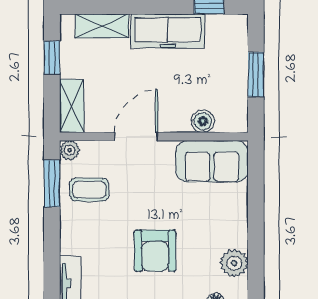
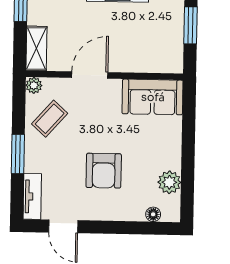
boiler: (203, 121) -> (146, 63), removed
window: (52, 183) -> (18, 154), moved
coffee table: (89, 190) -> (50, 119), turned -48

